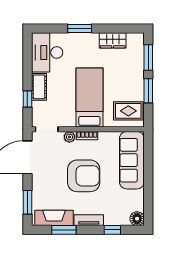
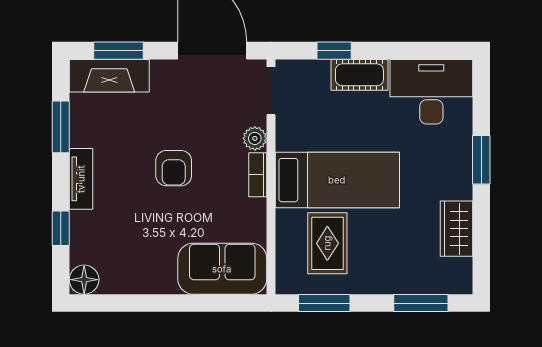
window: (148, 91) -> (324, 303), moved
rug: (128, 111) -> (327, 243), moved
sofa: (132, 160) -> (222, 269), width x0.73
armchair: (84, 176) -> (174, 168), width x0.53, depth x0.53
fireplace: (54, 218) -> (109, 76), moved, turned 90

